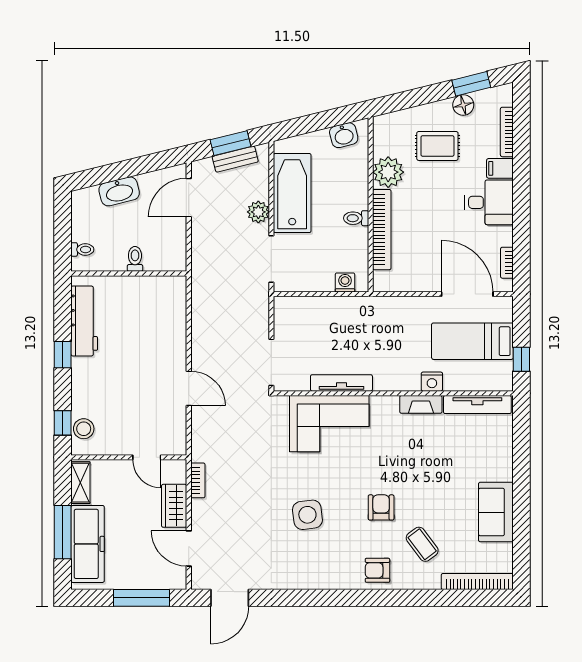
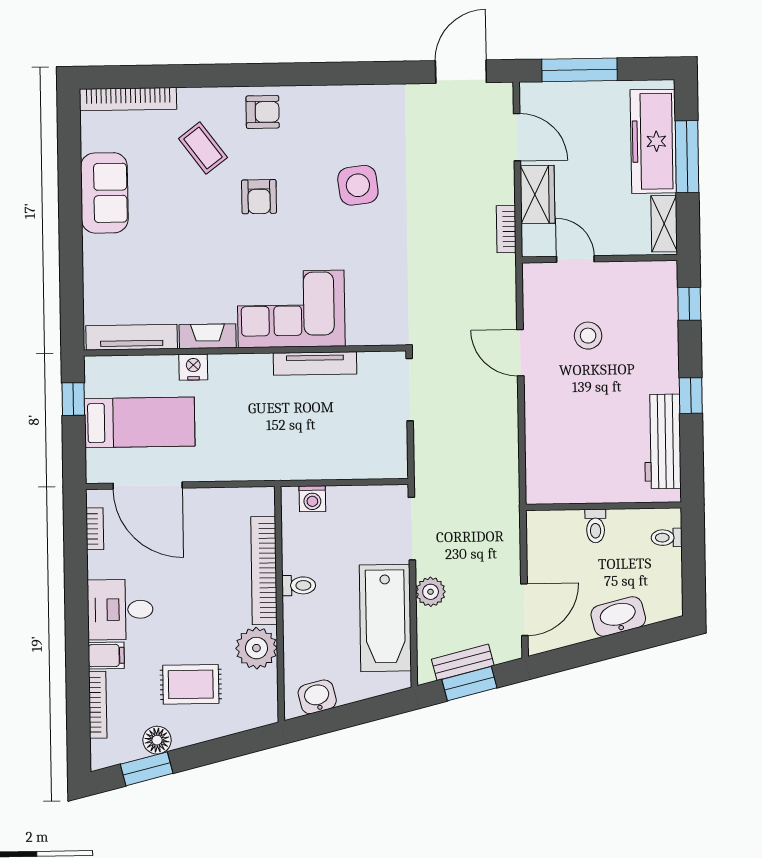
corner sofa: (329, 424) -> (291, 309), moved
stool: (84, 429) -> (588, 336), moved

